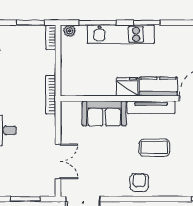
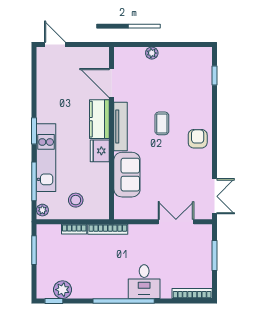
bookcase: (51, 37) -> (74, 229), moved
stool: (79, 63) -> (76, 200), added
coffee table: (154, 148) -> (162, 123), width x0.73, depth x0.77
armchair: (139, 183) -> (198, 139), turned 90

